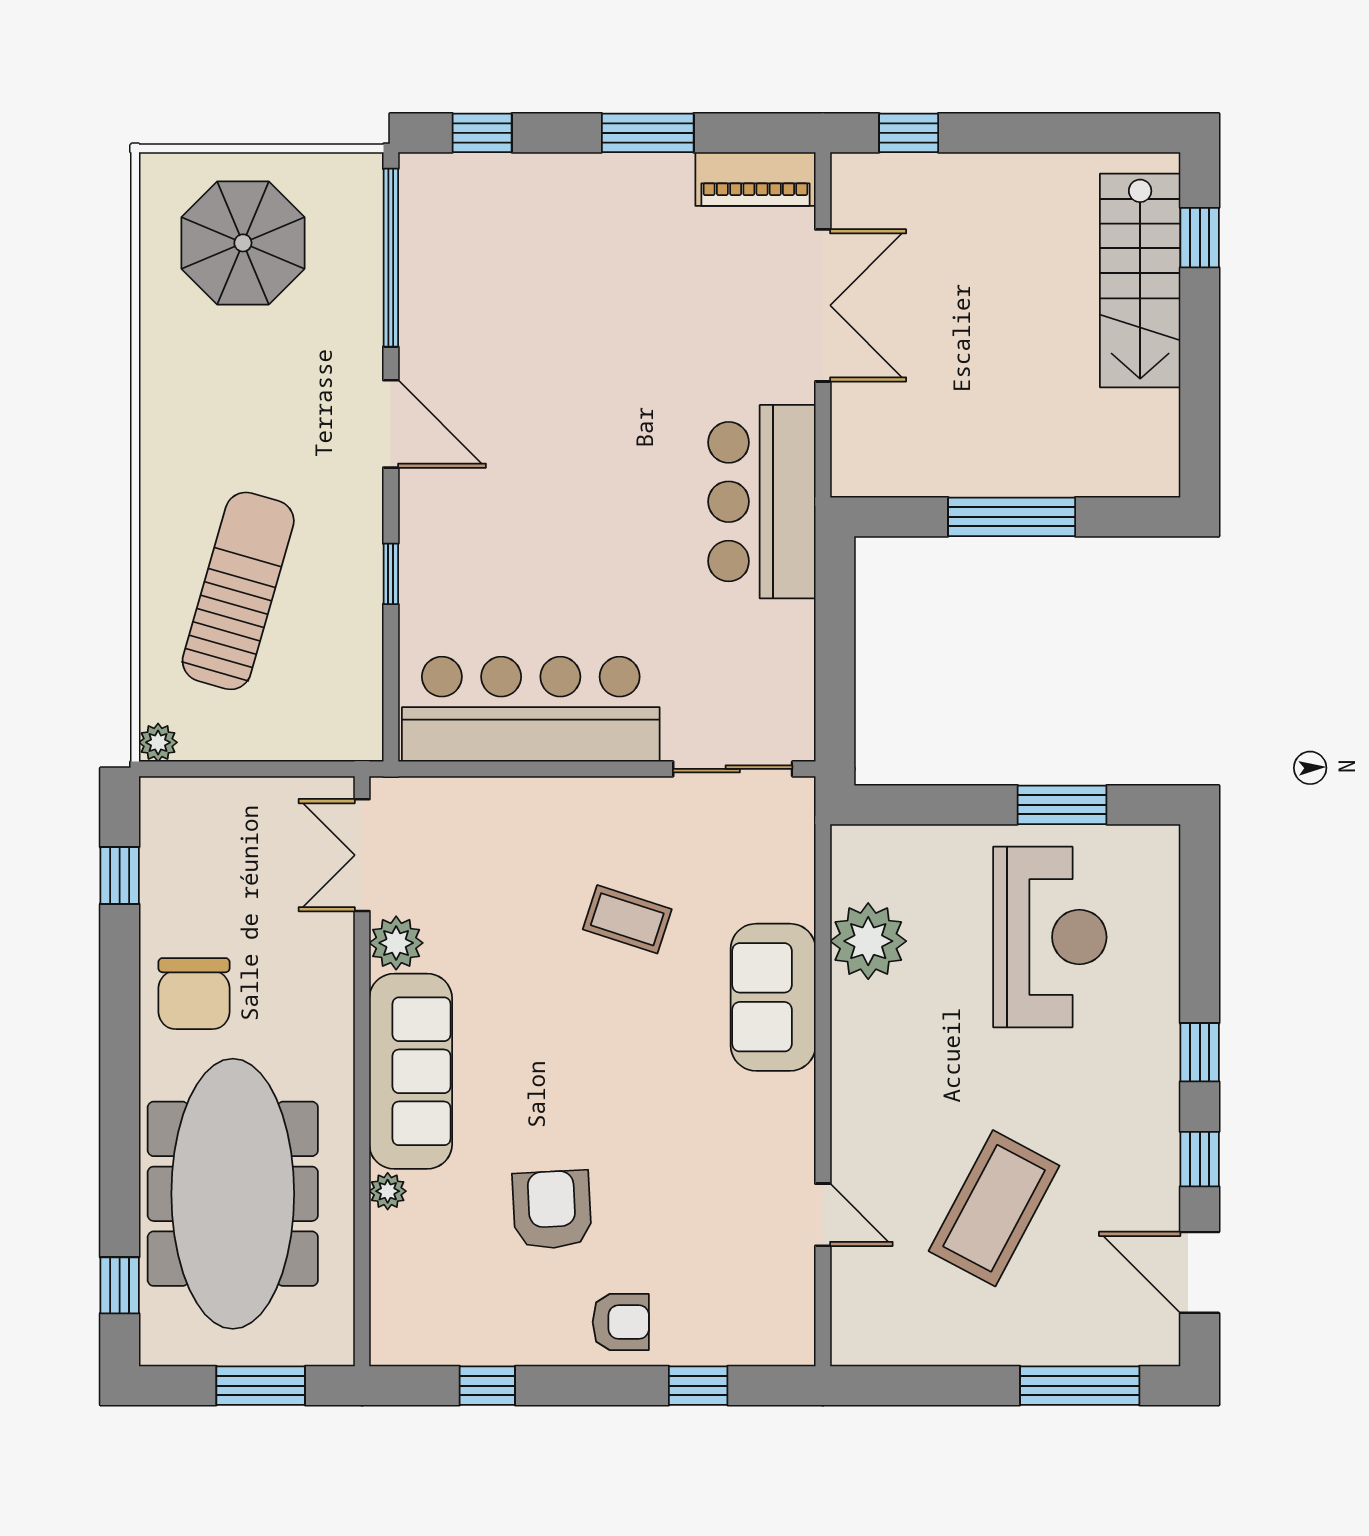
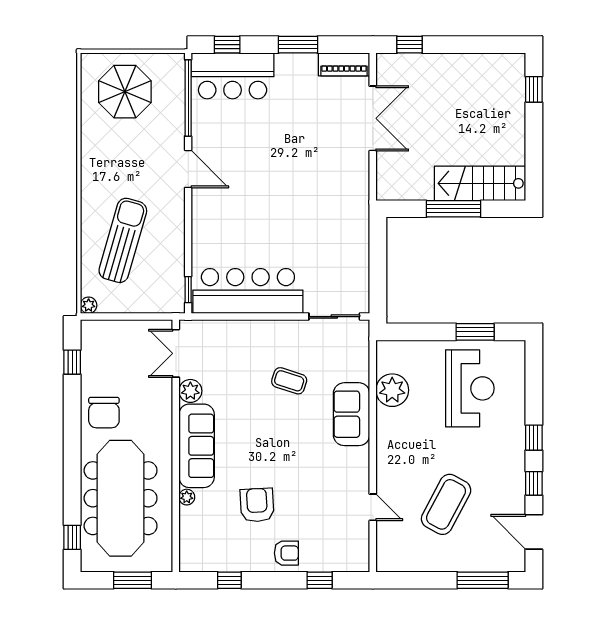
stairs: (1140, 281) -> (480, 183), moved, turned 90
bar counter: (762, 502) -> (233, 76), moved, turned -90
window: (391, 574) -> (188, 290), moved

